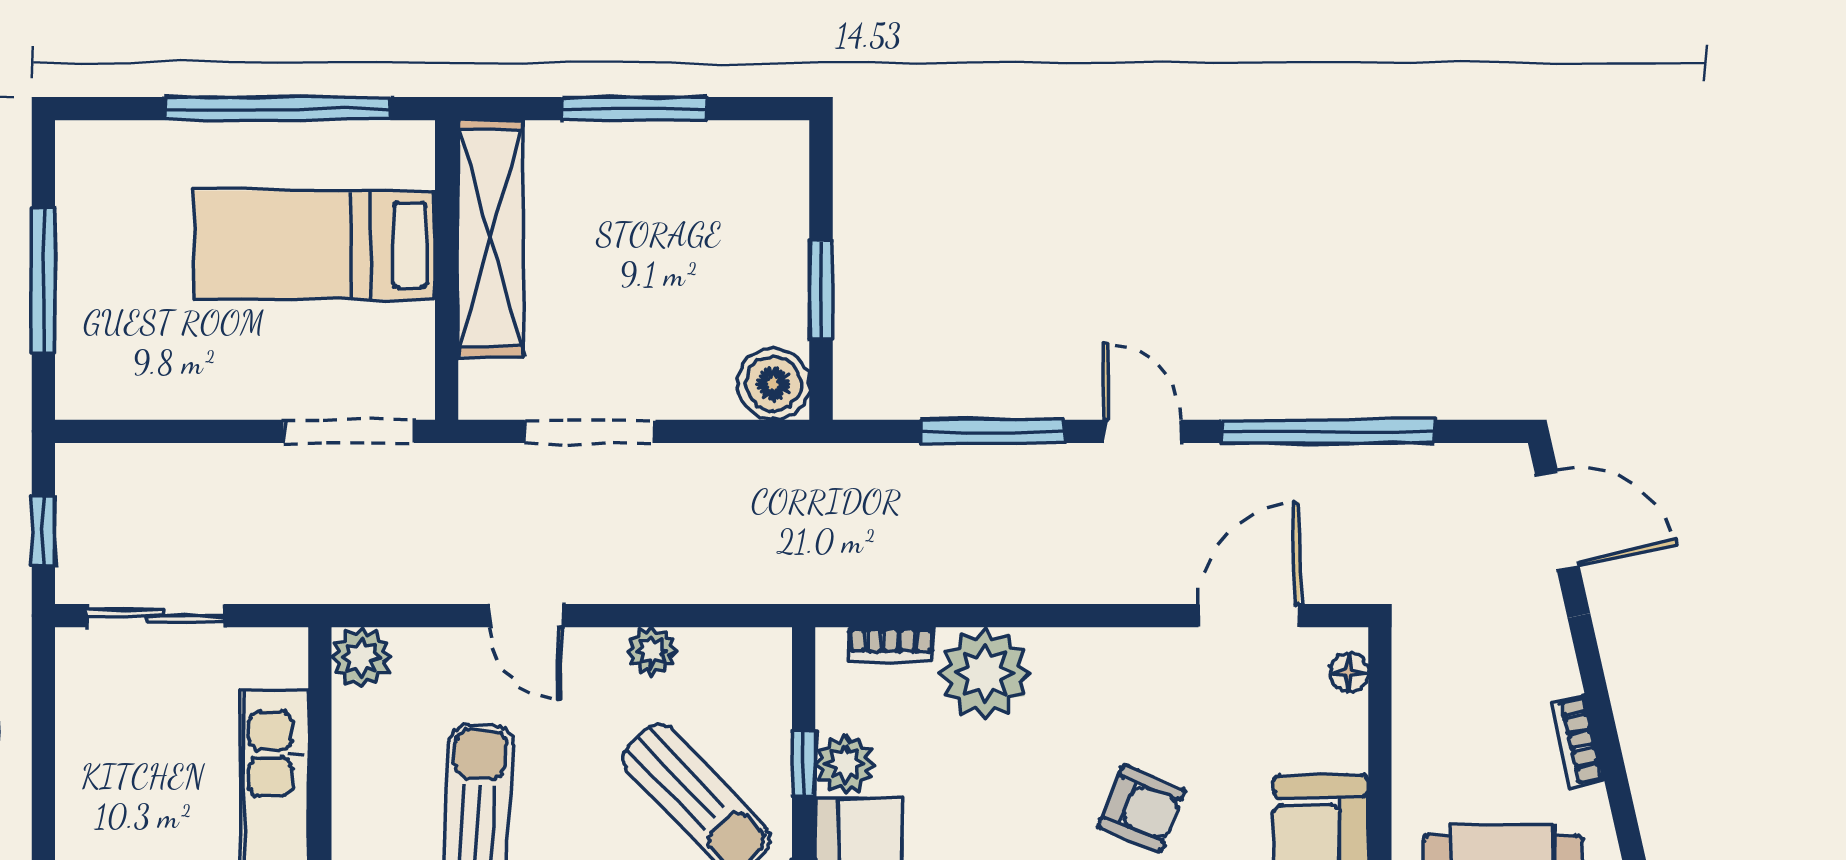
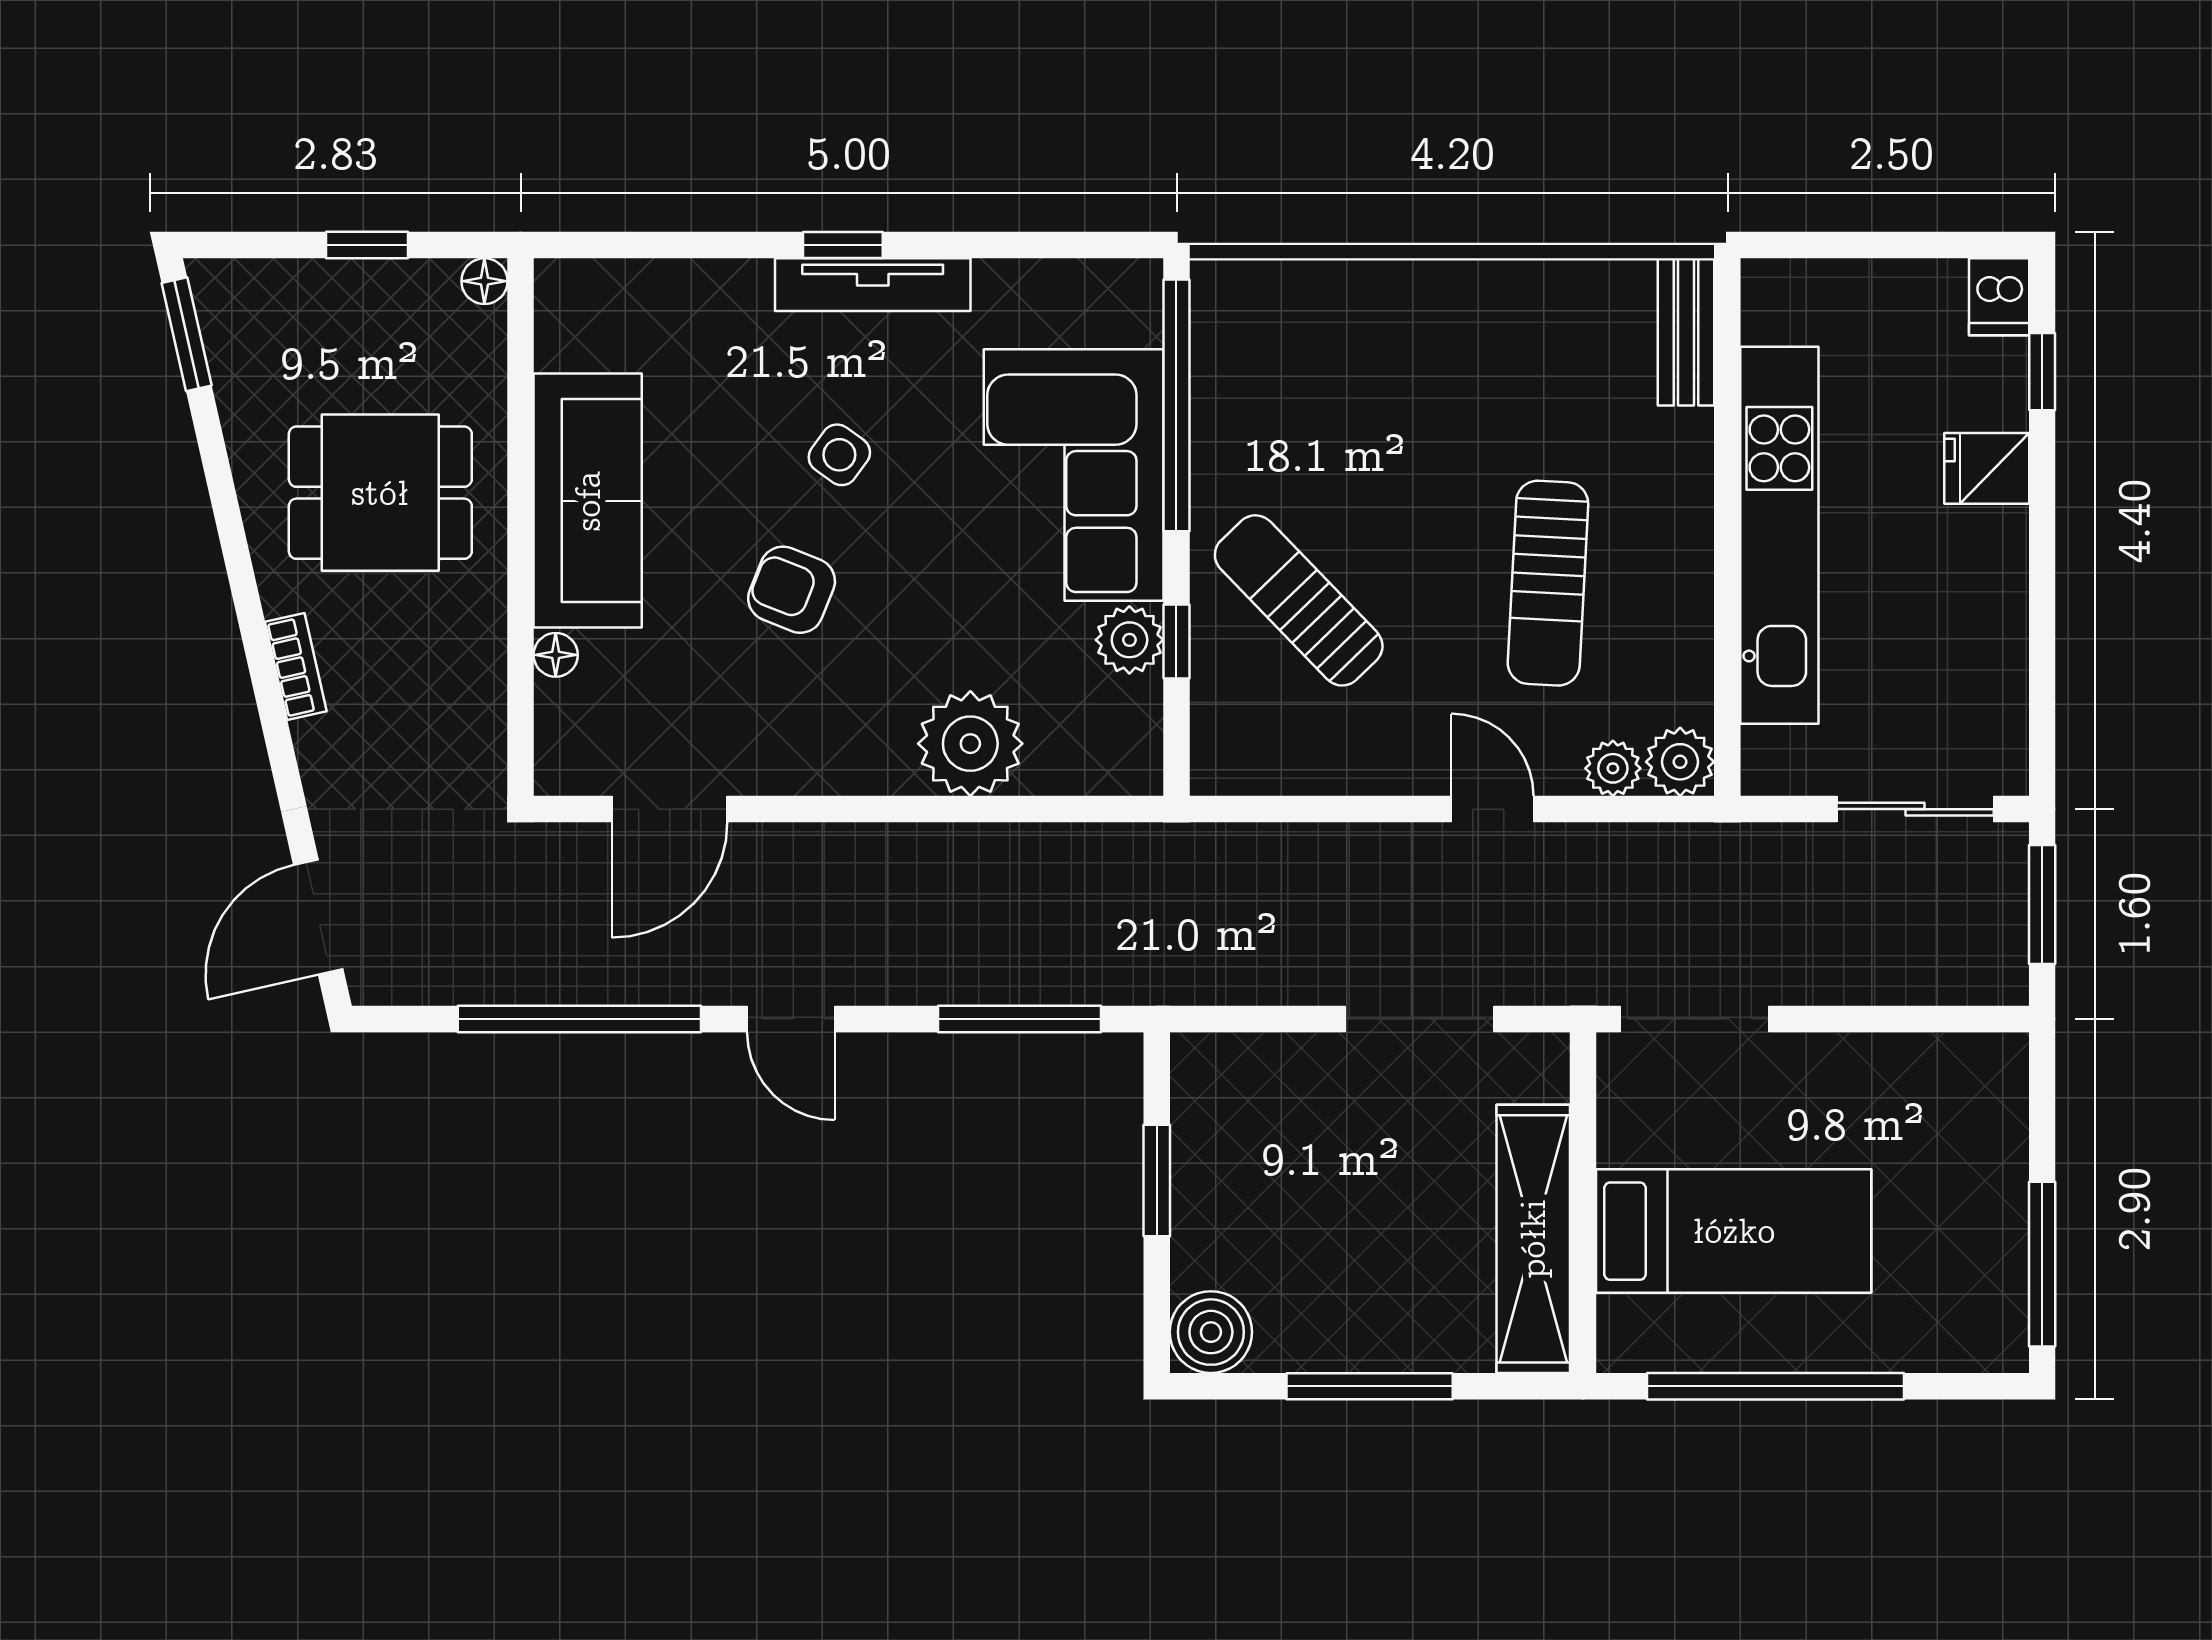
window: (43, 280) -> (2042, 1264), moved
boiler: (773, 384) -> (1211, 1332), moved
window: (992, 431) -> (1020, 1019), moved
door: (1557, 521) -> (318, 917), hinge flipped
window: (43, 532) -> (2042, 904), width x1.50
bookcase: (891, 644) -> (1077, 776), removed
plant: (652, 652) -> (1613, 768), moved
floor lamp: (1349, 673) -> (556, 655), moved

